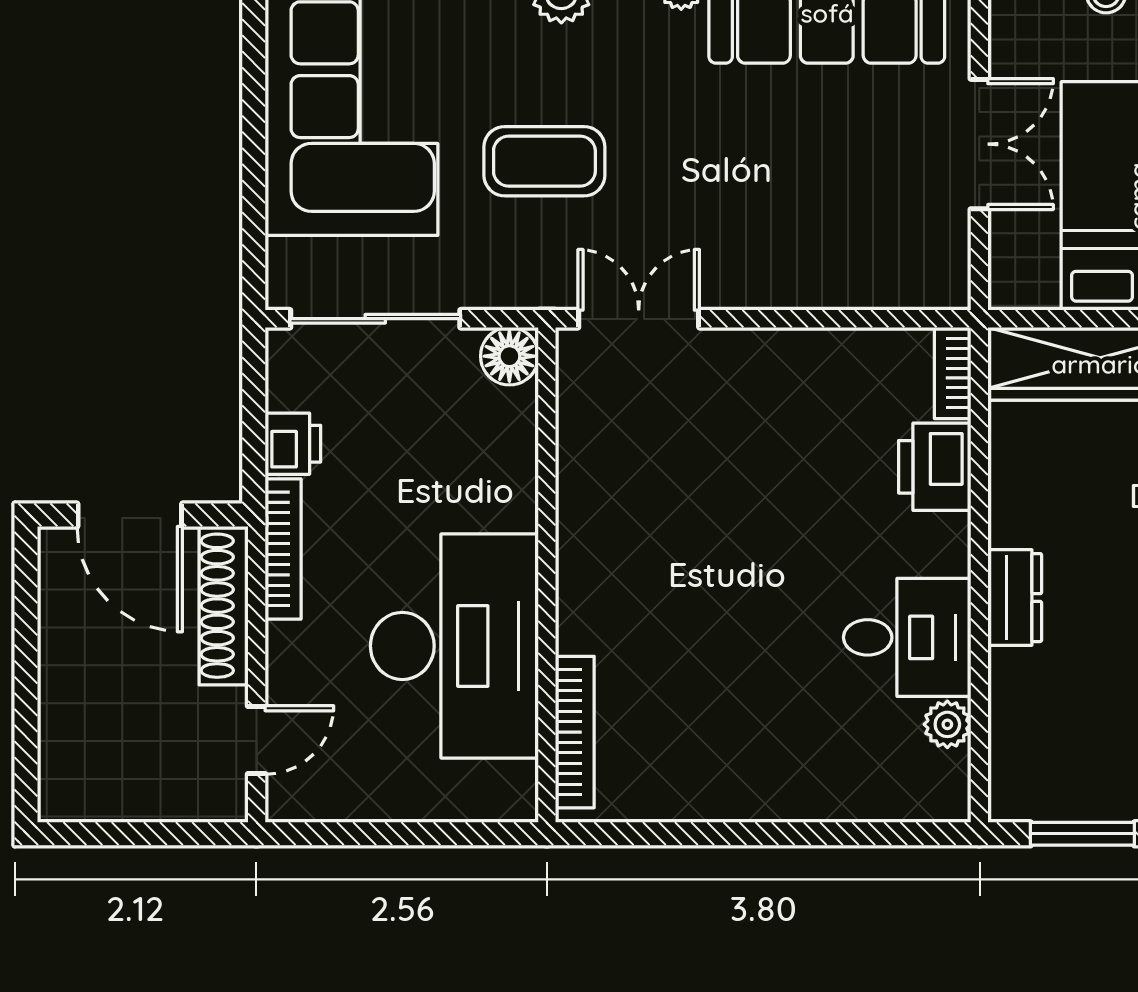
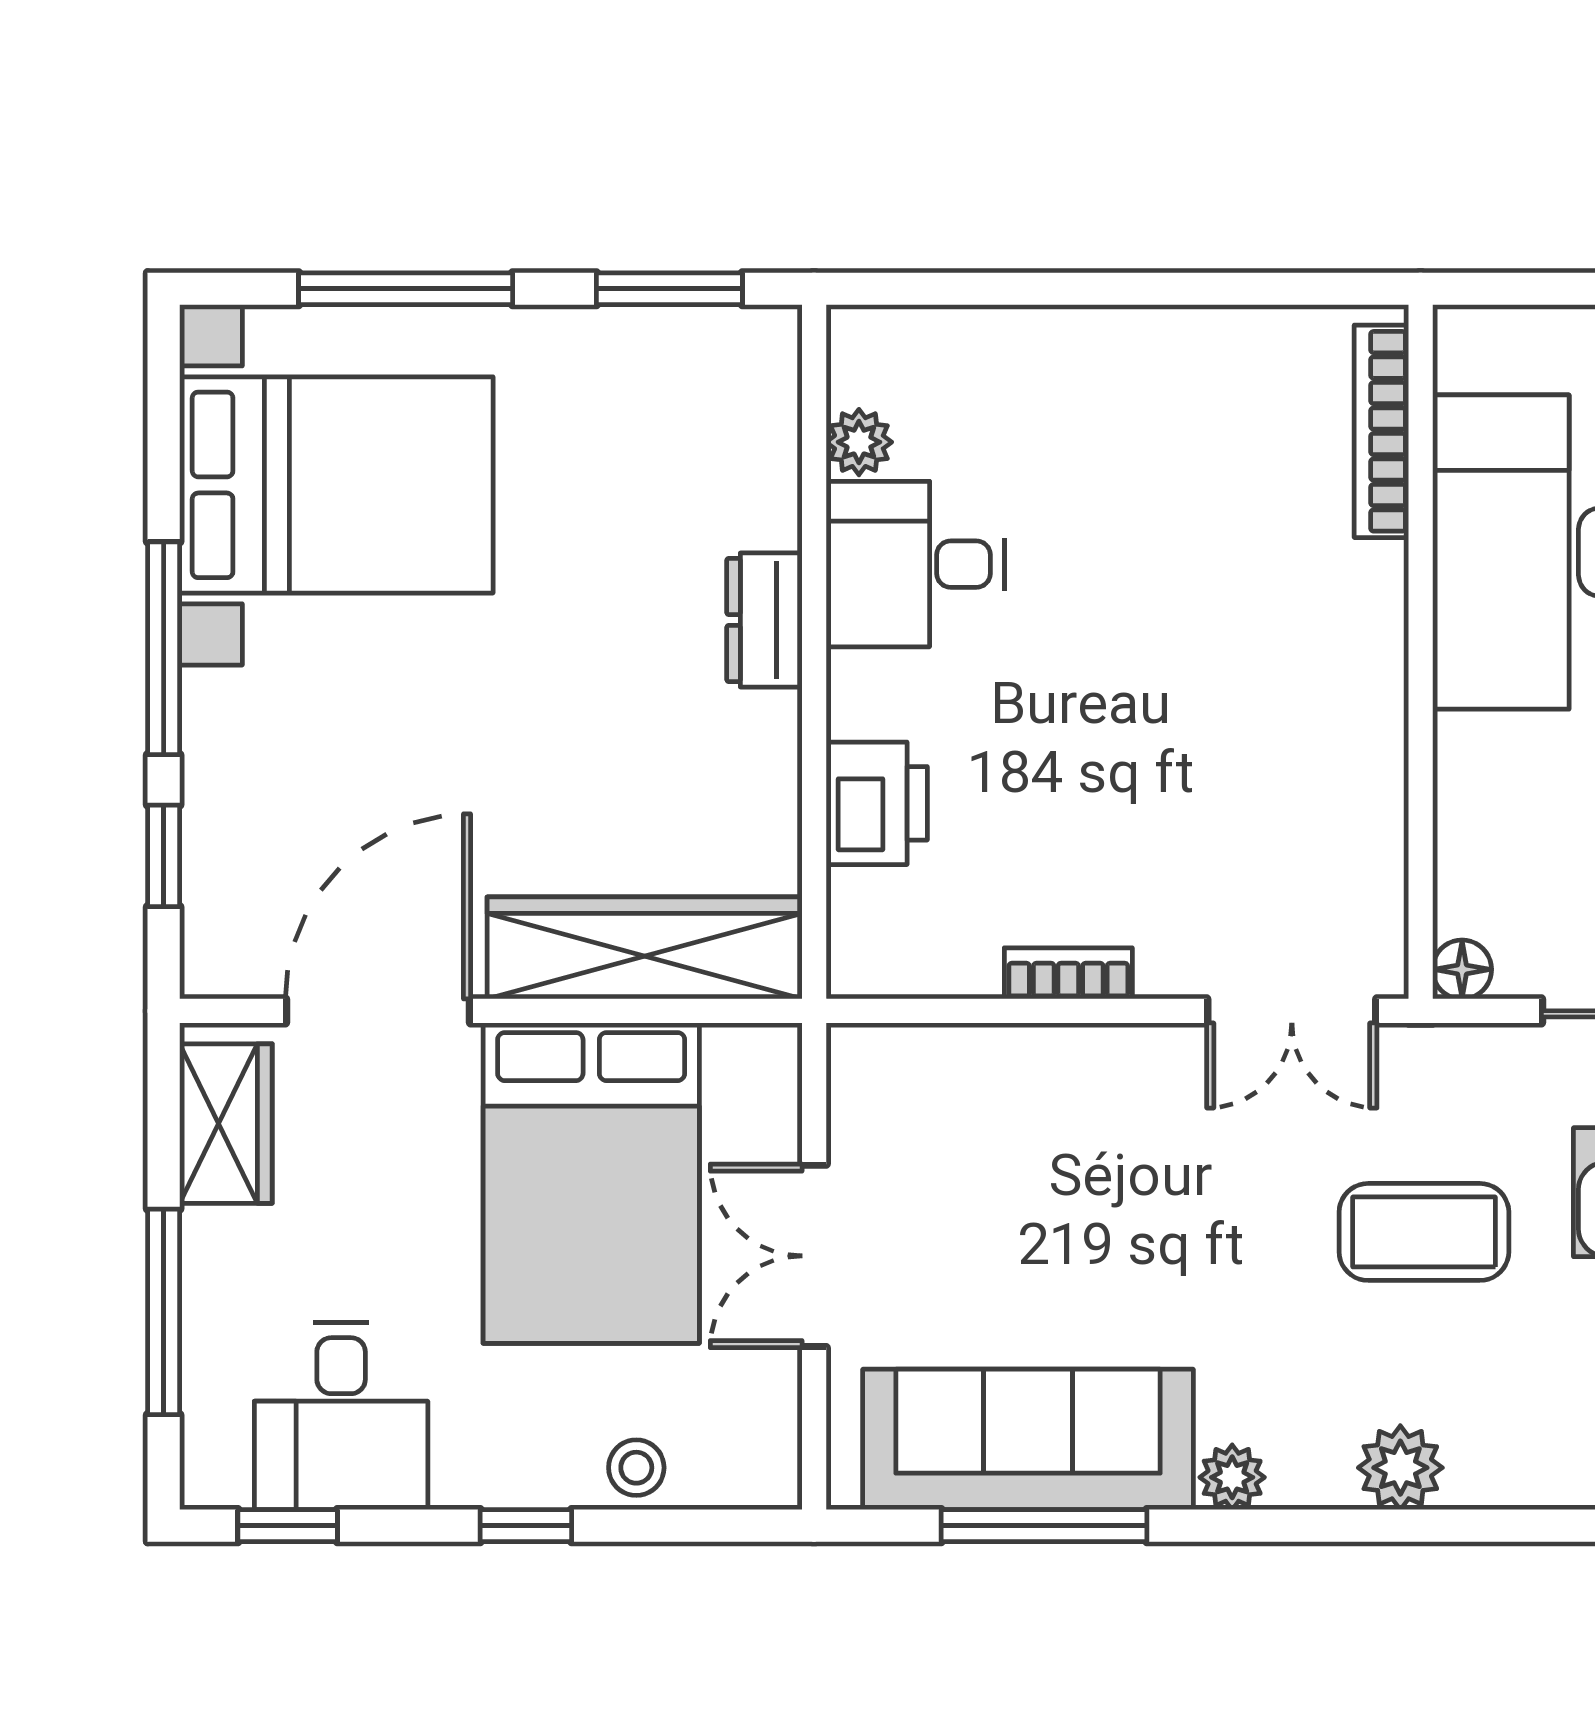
floor lamp: (509, 356) -> (1462, 969), width x0.73, depth x0.73
bookcase: (953, 373) -> (1068, 973), moved, turned -90

